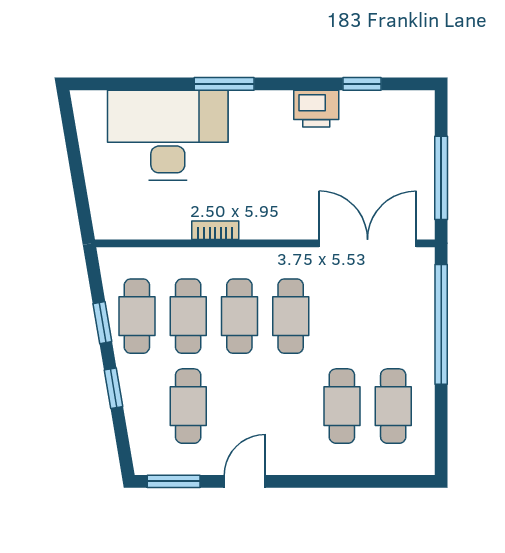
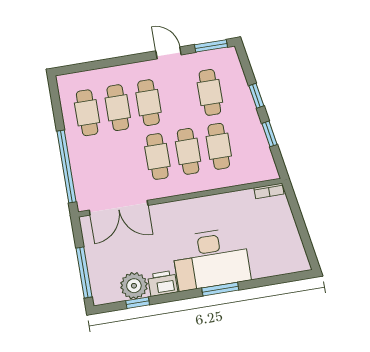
plant: (364, 112) -> (134, 286), added
desk: (168, 135) -> (211, 259), moved
window: (441, 178) -> (84, 272), moved
bookcase: (215, 230) -> (269, 191), moved
cafe table: (137, 316) -> (148, 103), moved
door: (245, 481) -> (168, 53), swing flipped

